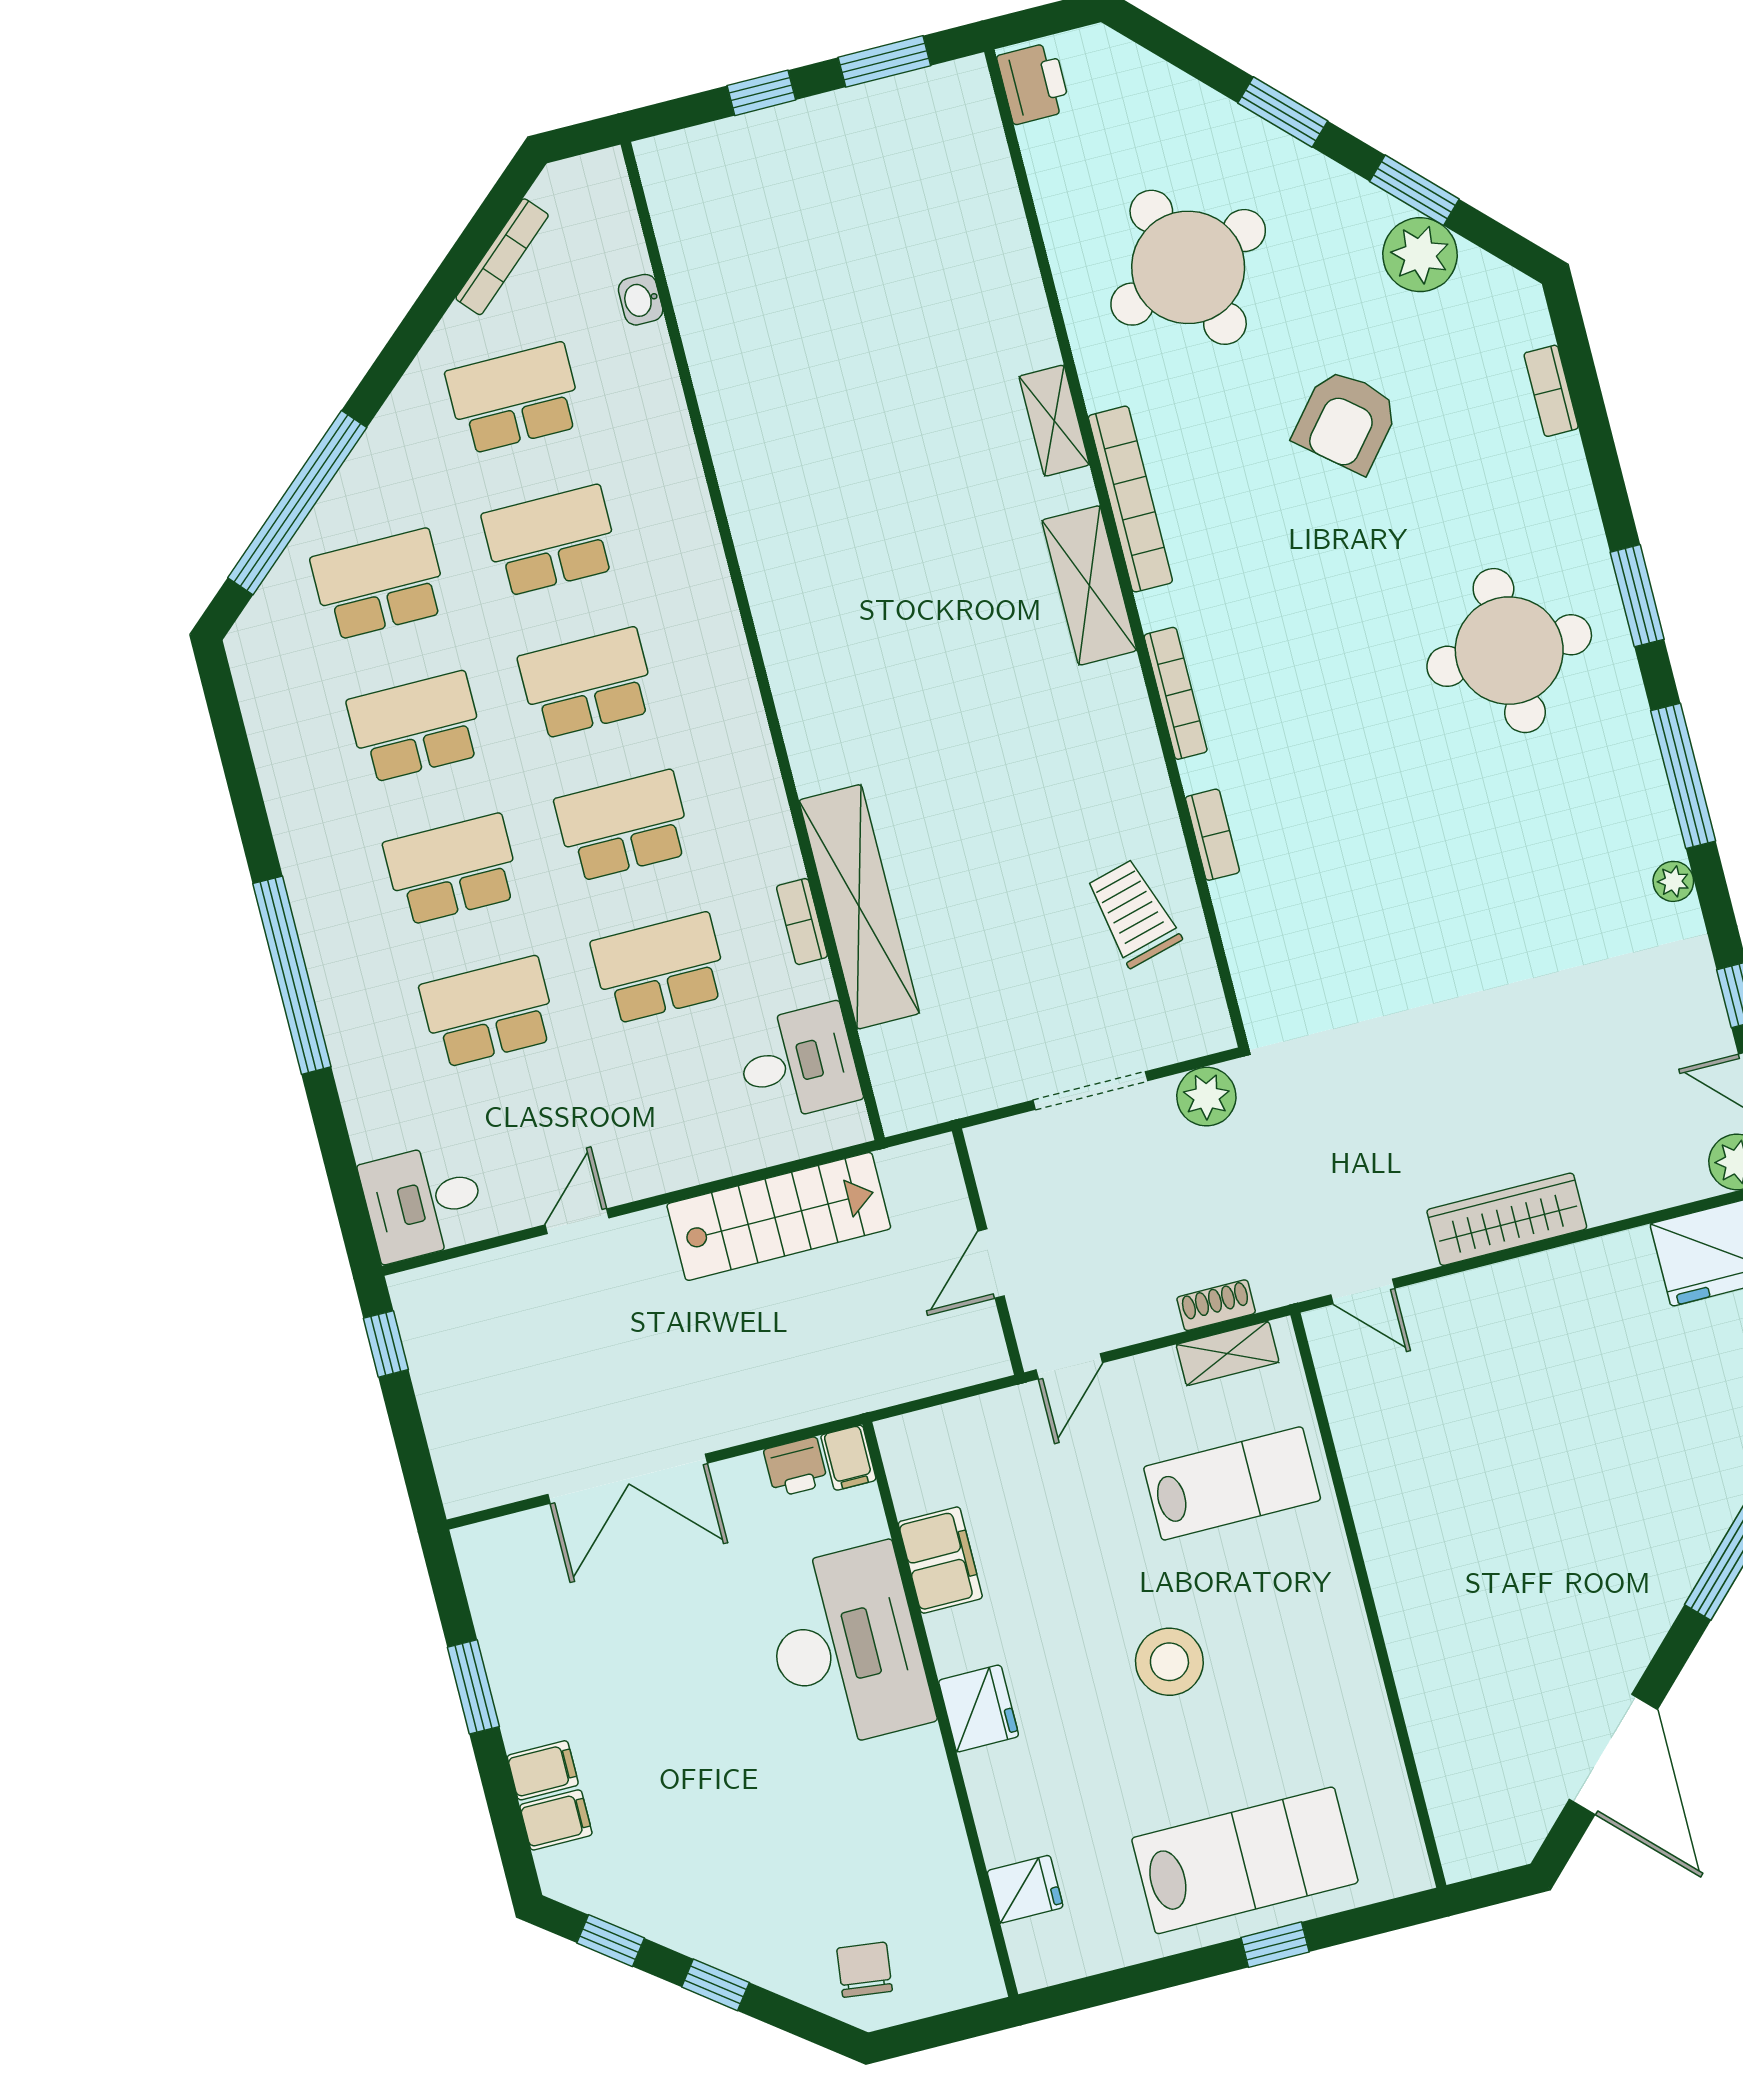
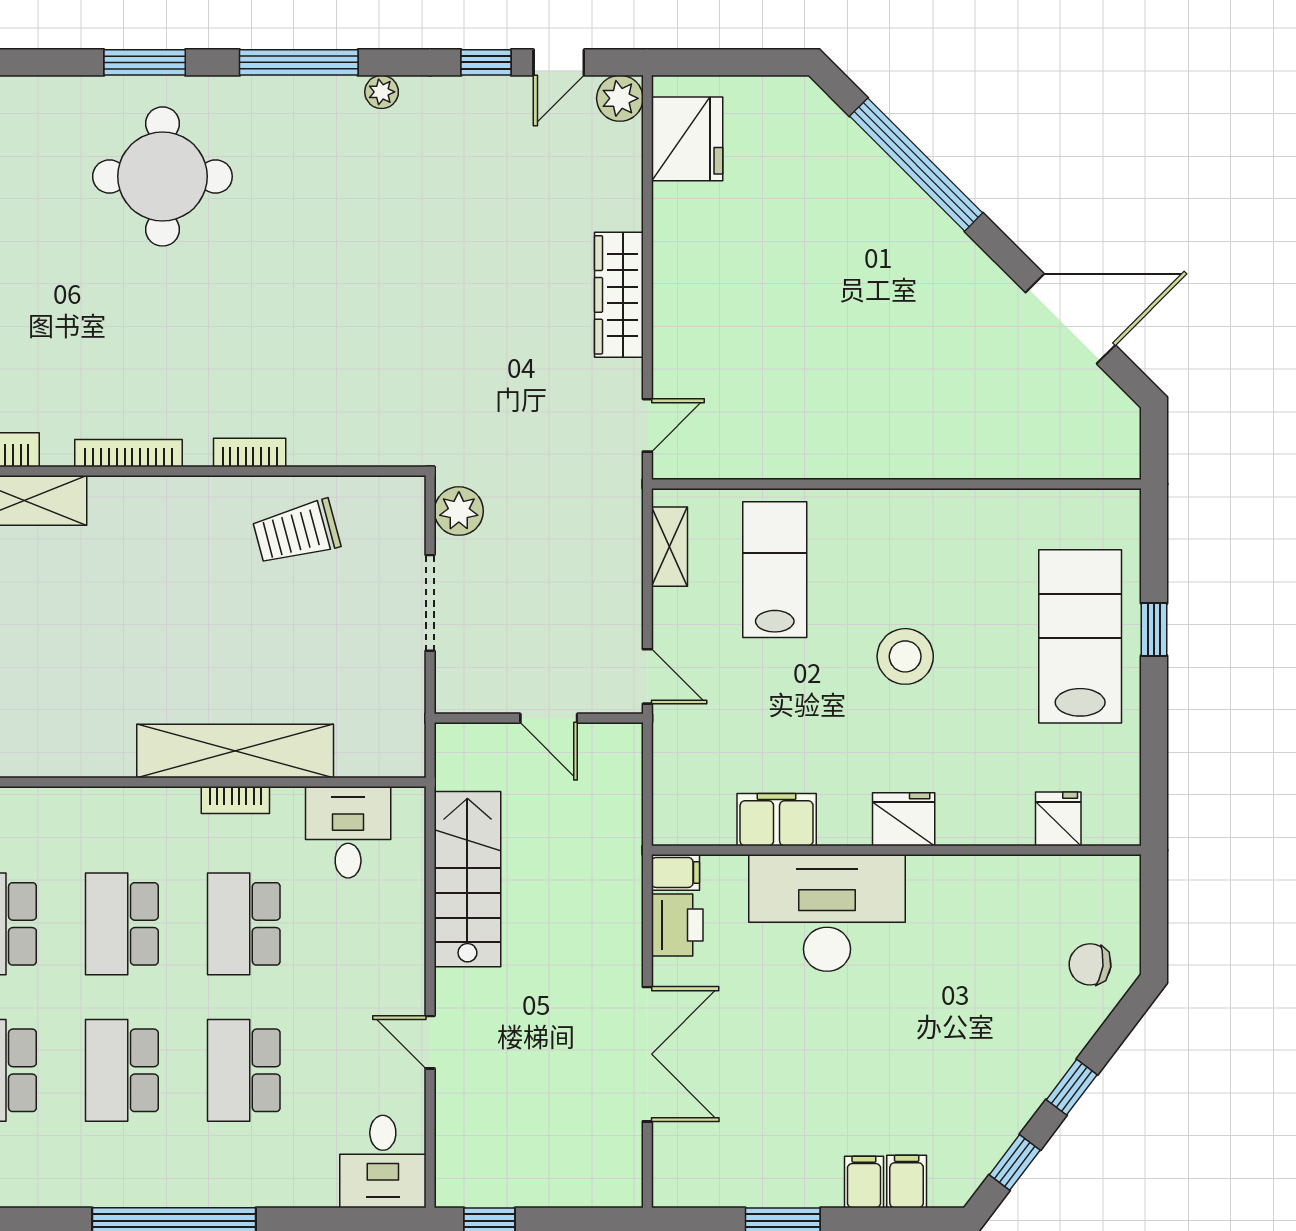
shoe rack: (1216, 1305) -> (628, 546), removed
printer: (796, 1467) -> (677, 925), width x1.36, depth x1.24

